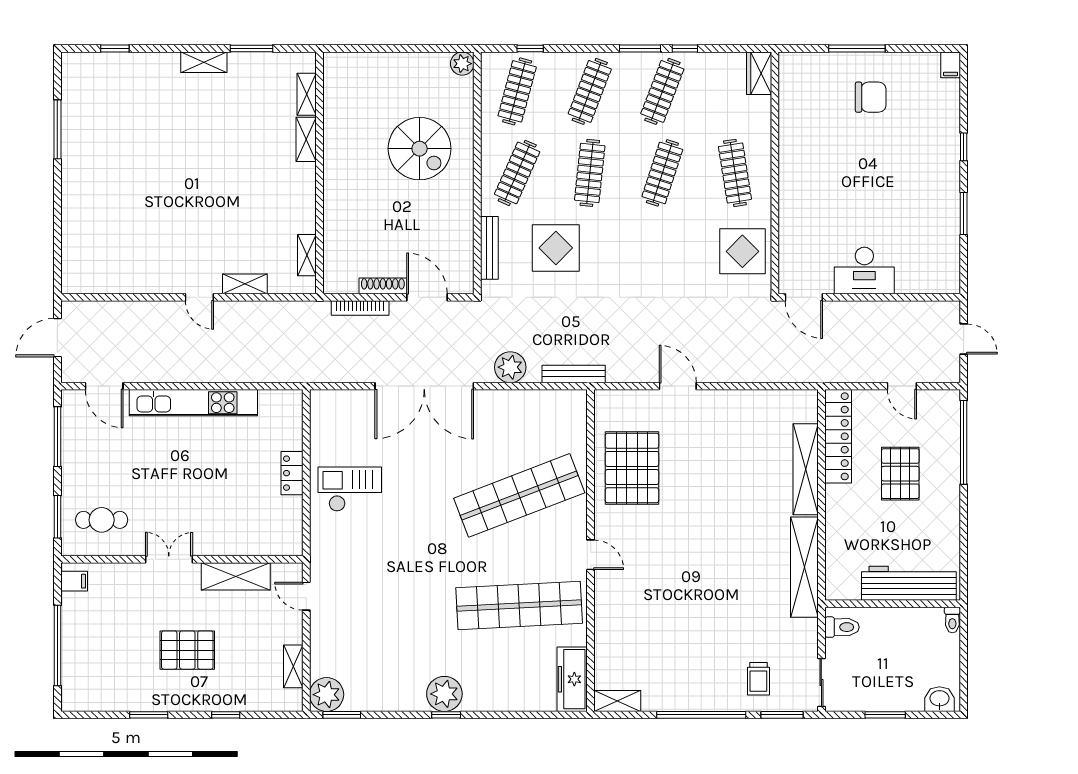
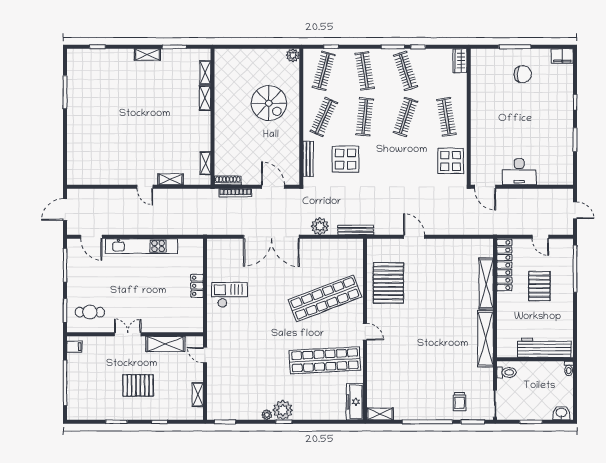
filing cabinet: (951, 65) -> (562, 56), width x2.00
clothes rail: (590, 91) -> (365, 71), turned -30
clothes rail: (662, 91) -> (405, 71), turned -39
shoe rack: (383, 286) -> (228, 180), moved
plant: (327, 695) -> (267, 415), moved, width x0.53, depth x0.53

